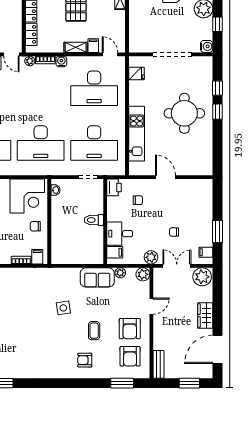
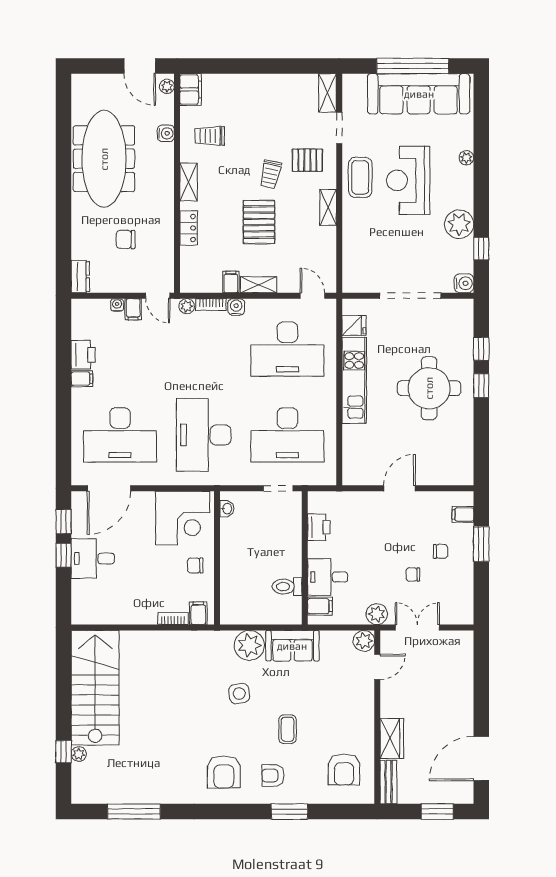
locker: (31, 34) -> (189, 264), removed
filing cabinet: (93, 46) -> (231, 282), moved
kitchen unit: (137, 134) -> (354, 380), moved
desk: (41, 143) -> (204, 435), turned 90
door: (166, 177) -> (400, 488), hinge flipped
printer: (114, 187) -> (319, 527), moved
chair: (138, 200) -> (441, 551), moved
toilet: (94, 220) -> (287, 587), moved
window: (218, 231) -> (481, 544), moved
filing cabinet: (206, 252) -> (463, 514), moved
plant: (120, 273) -> (249, 645), moved, width x1.88, depth x1.88
plant: (202, 277) -> (457, 645), removed
door: (151, 306) -> (377, 667), moved
wardrobe: (205, 316) -> (392, 738), moved, turned 180
armchair: (130, 329) -> (224, 772), moved
window: (122, 383) -> (289, 812), moved

